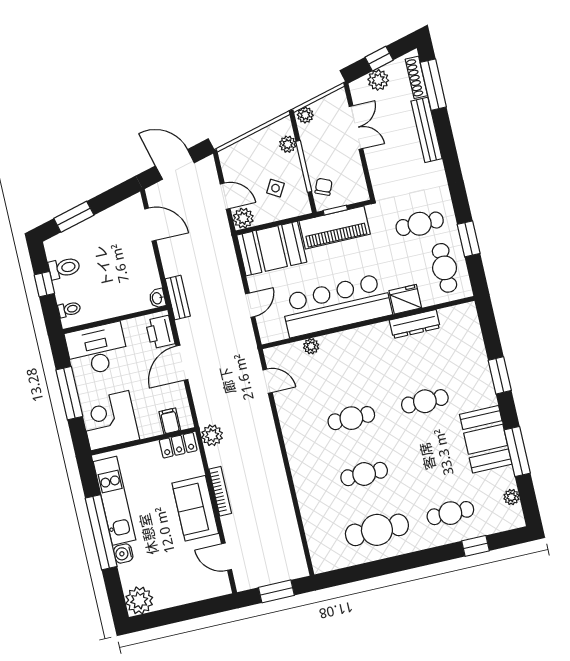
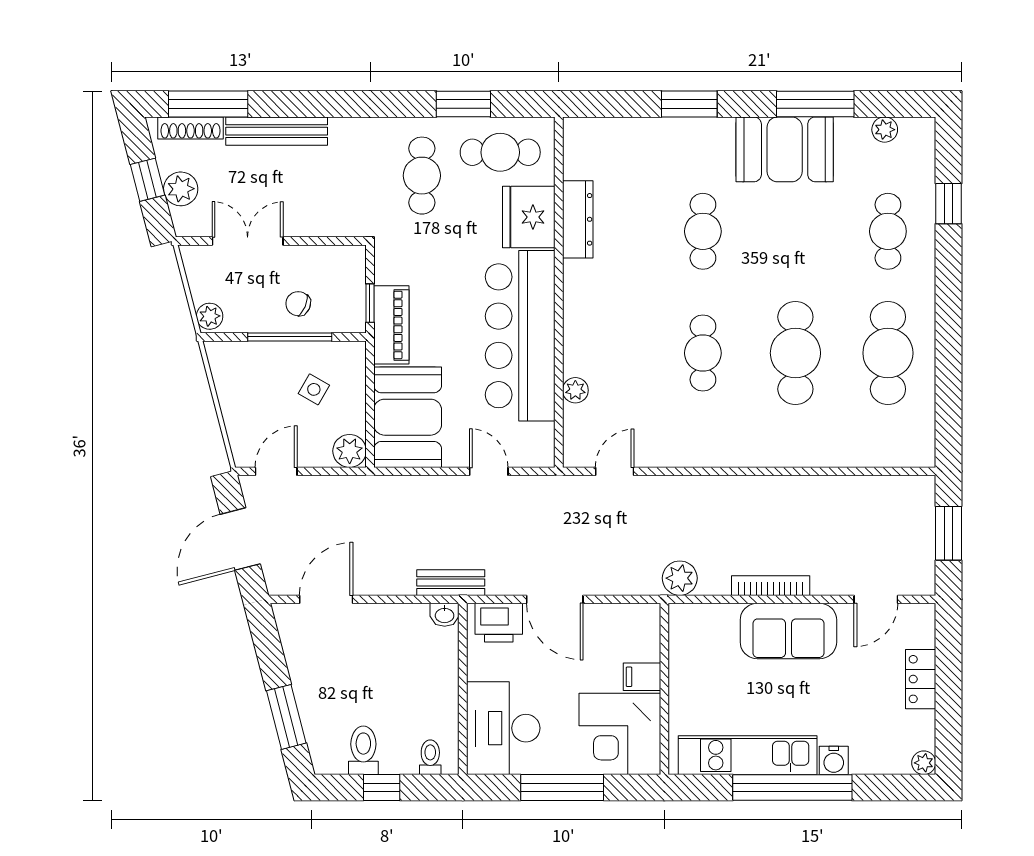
plant: (288, 144) -> (249, 354), removed
chair: (324, 187) -> (298, 304), moved
door: (225, 196) -> (276, 471), moved
piano: (335, 227) -> (391, 325), width x0.73, depth x0.75
fridge: (405, 299) -> (529, 217), width x1.36, depth x1.34
filing cabinet: (170, 421) -> (642, 677), moved
locker: (178, 445) -> (921, 679), moved, turned 180
cafe table: (364, 474) -> (795, 353), width x1.37, depth x1.35
plant: (139, 600) -> (924, 763), width x0.53, depth x0.53

